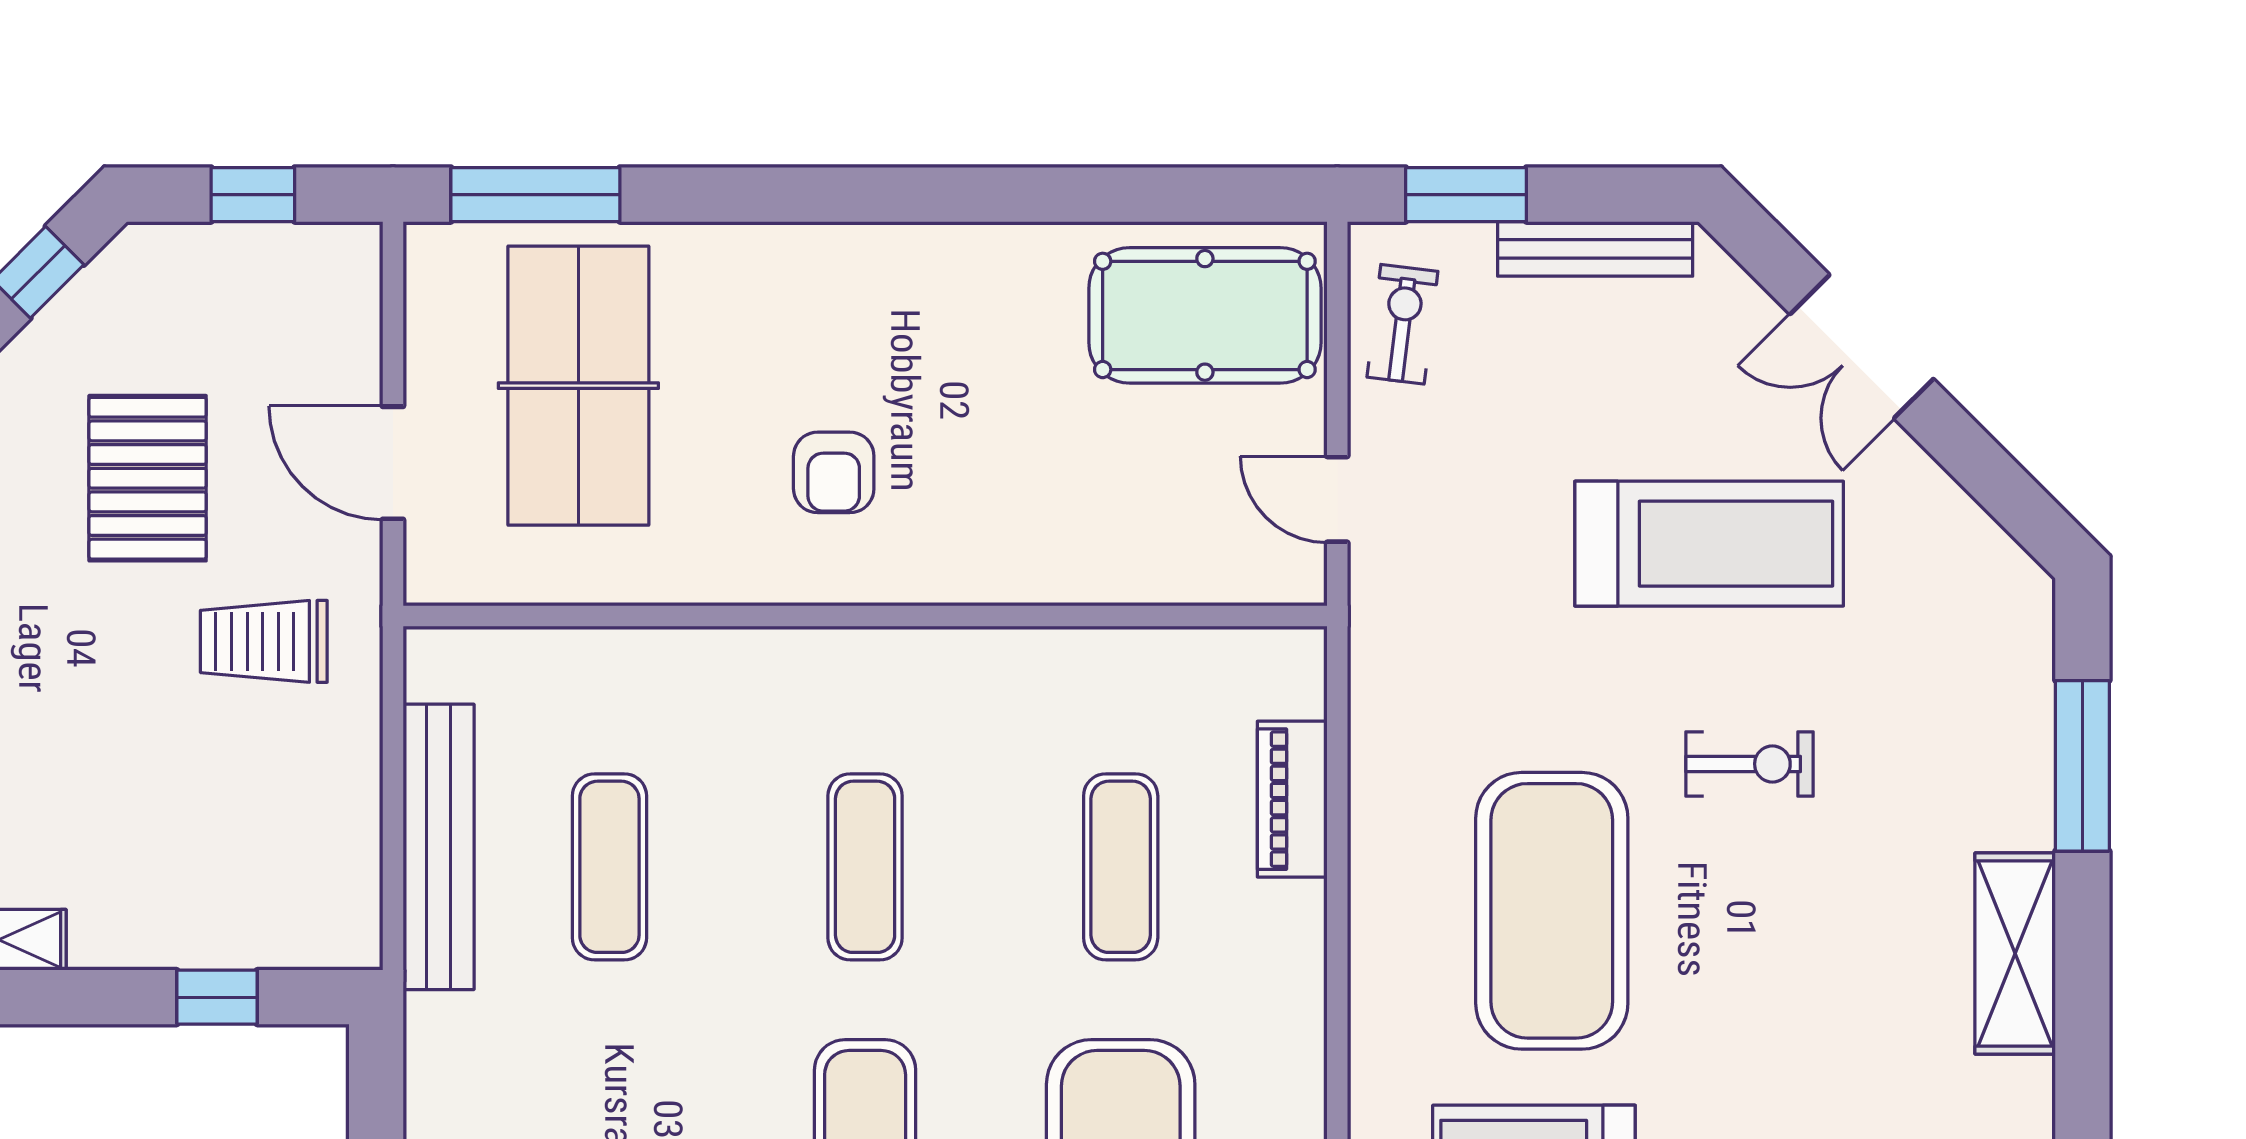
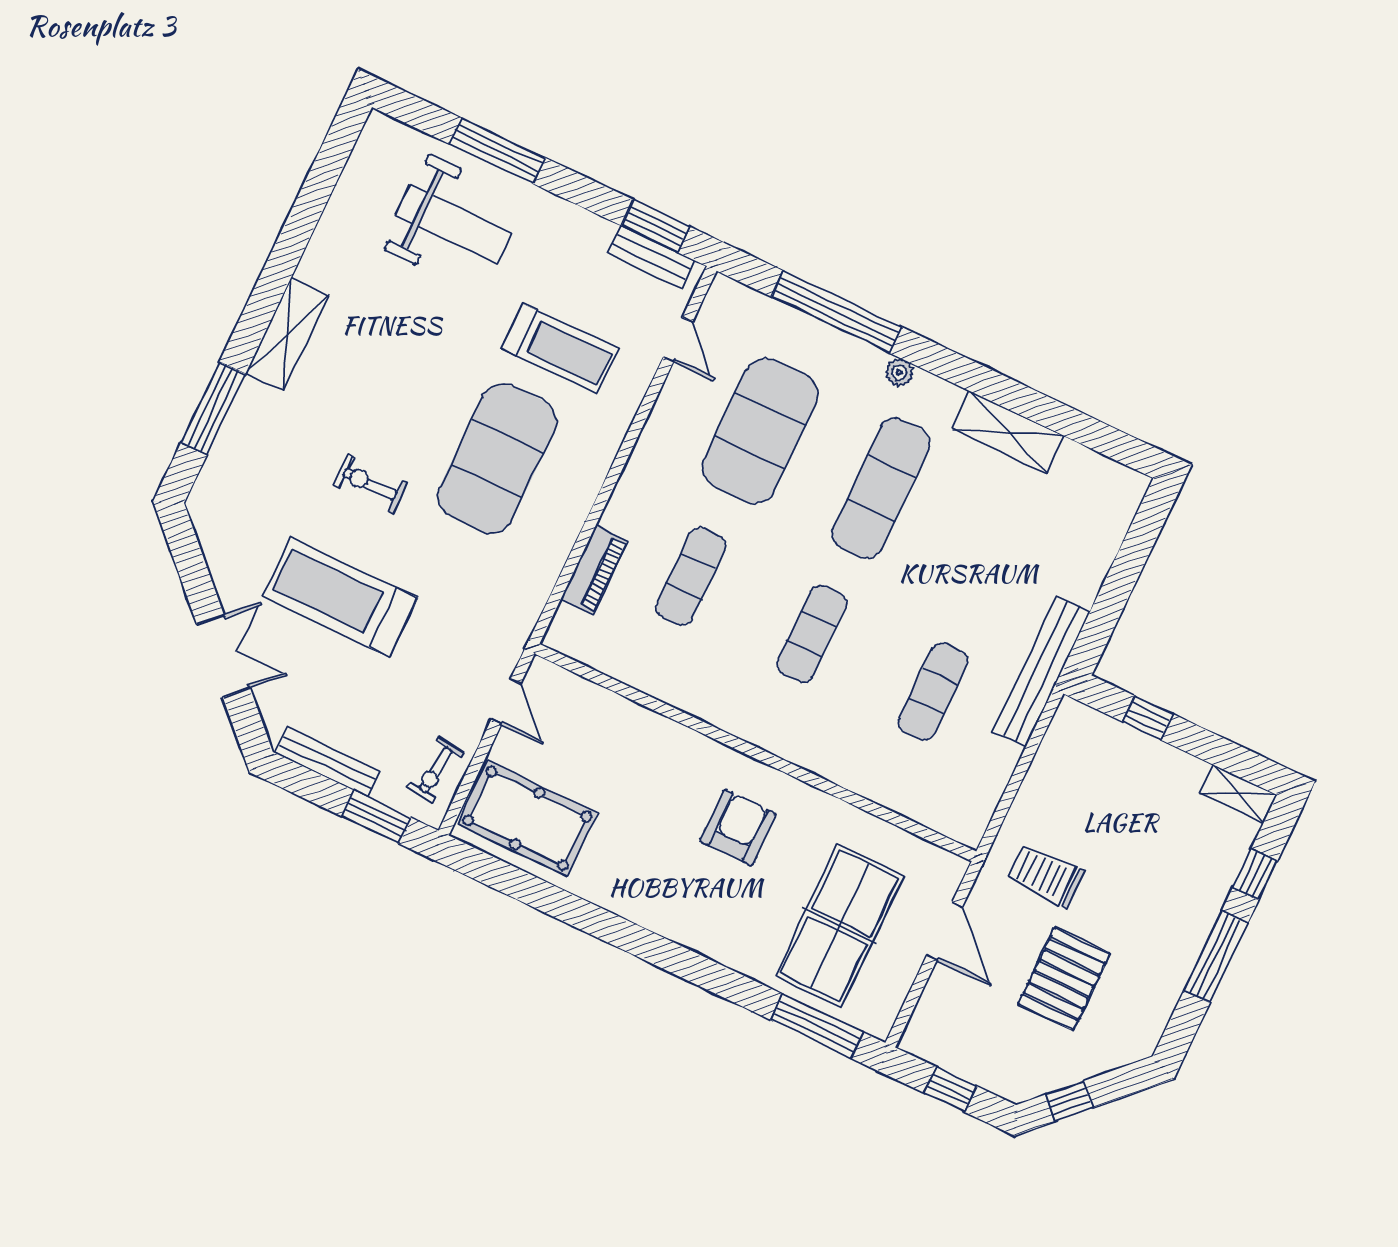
armchair: (834, 472) -> (738, 828), width x1.38, depth x1.38
trolley: (264, 641) -> (1046, 876), turned 180
bench: (439, 847) -> (1041, 671), moved

